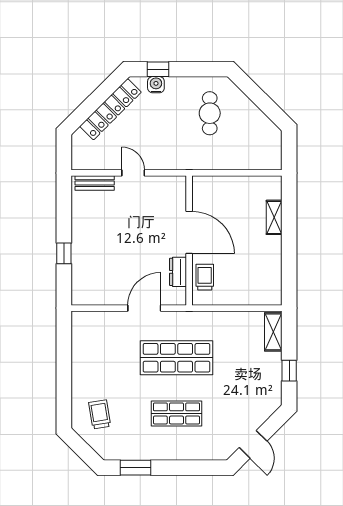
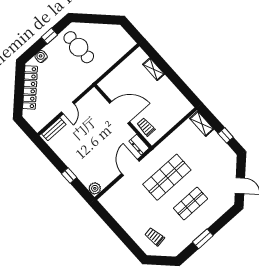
window: (158, 69) -> (49, 36), moved
cafe table: (210, 113) -> (79, 47), width x1.37, depth x1.35
door: (133, 173) -> (68, 108), swing flipped
dresser: (178, 272) -> (139, 145), moved
plant: (80, 295) -> (95, 188), added
window: (135, 468) -> (203, 239), moved

